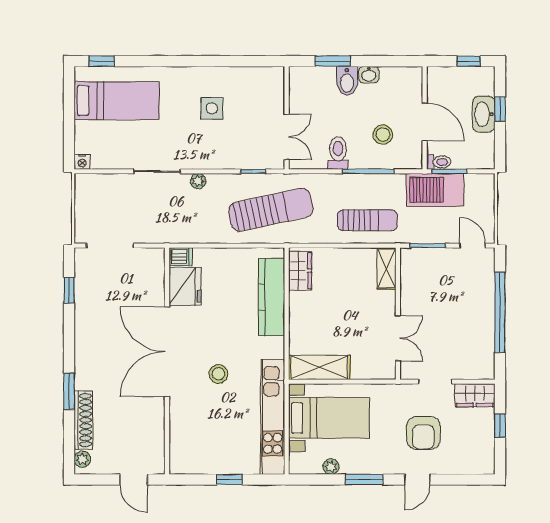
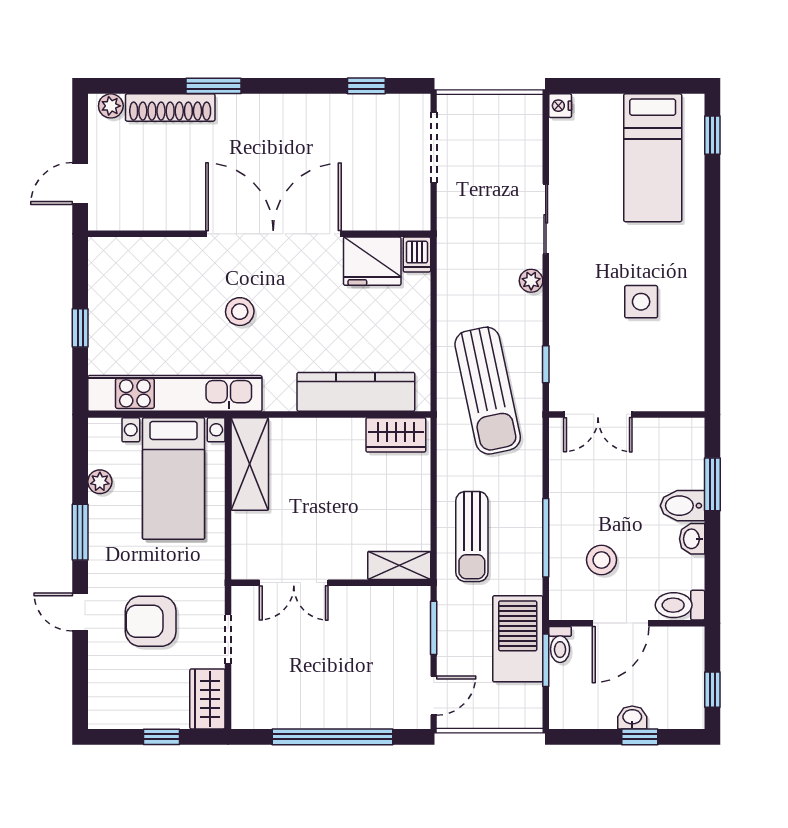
washbasin: (484, 114) -> (632, 717), width x0.52, depth x0.69
toilet: (338, 153) -> (680, 605), moved, turned 180

